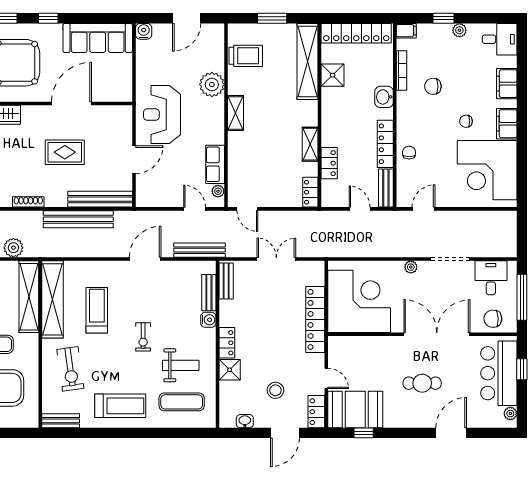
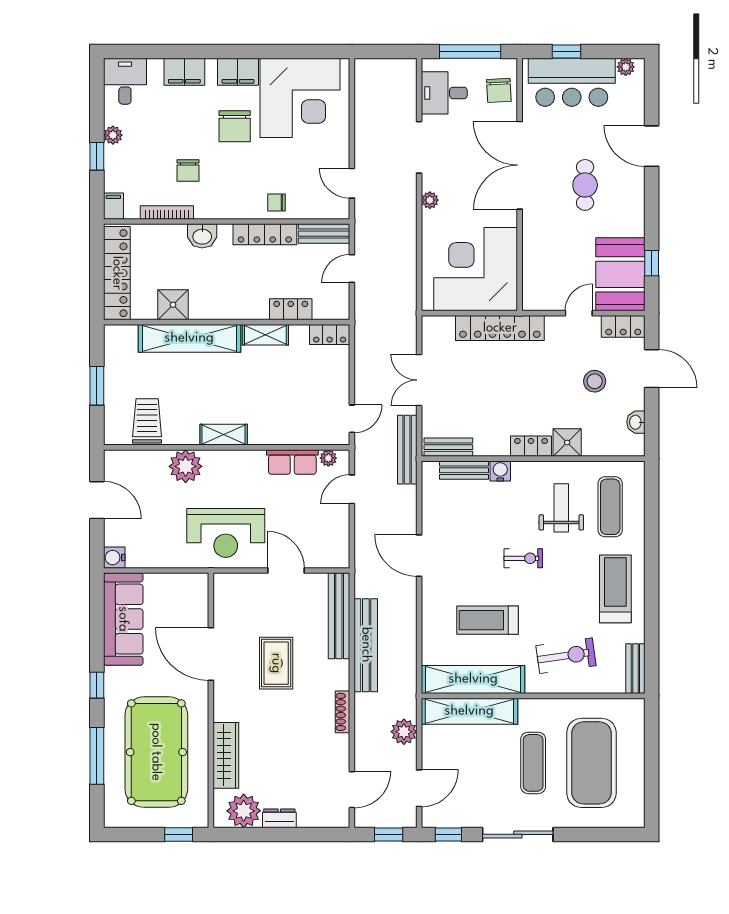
shelving: (307, 62) -> (189, 338), moved
chair: (466, 121) -> (235, 126), width x1.87, depth x1.87
bench: (200, 250) -> (407, 450), moved

